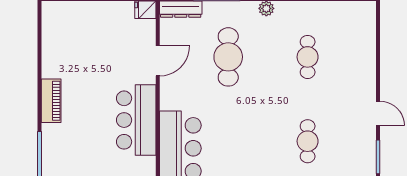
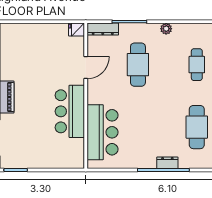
cafe table: (308, 141) -> (197, 127), width x1.37, depth x1.35

